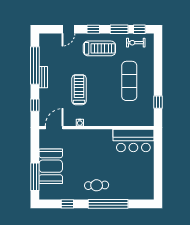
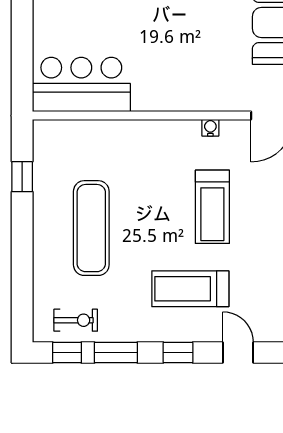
door: (68, 29) -> (238, 353), hinge flipped
treadmill: (99, 48) -> (190, 289), moved

